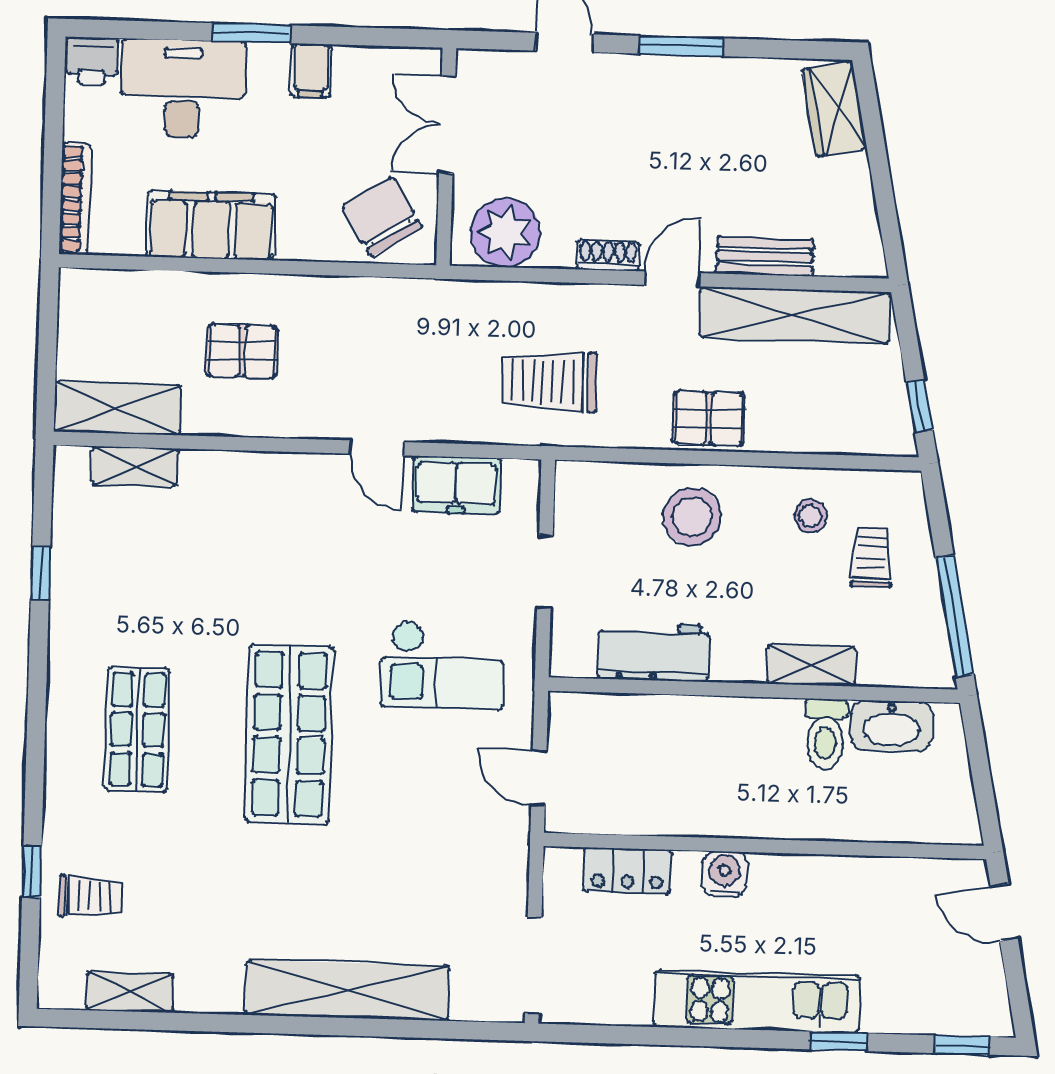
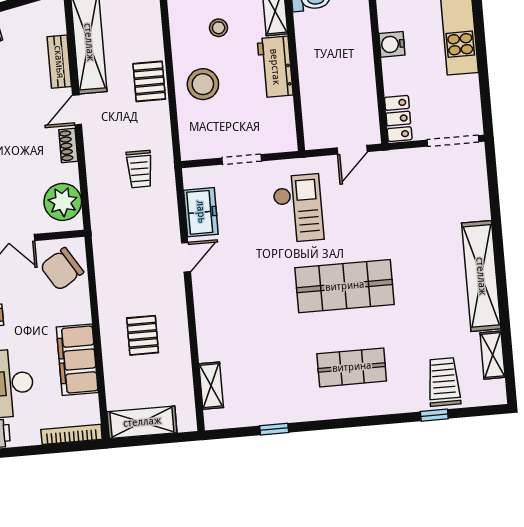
door: (672, 279) -> (77, 110), hinge flipped
trolley: (549, 381) -> (140, 169), width x0.73, depth x0.72
shelving: (117, 408) -> (142, 422), moved, turned 90
stool: (811, 516) -> (219, 28), moved
workbench: (653, 652) -> (275, 67), moved
locker: (627, 871) -> (398, 118), moved
trolley: (91, 896) -> (444, 382), width x1.36, depth x1.39
shelving: (347, 990) -> (481, 276), moved

